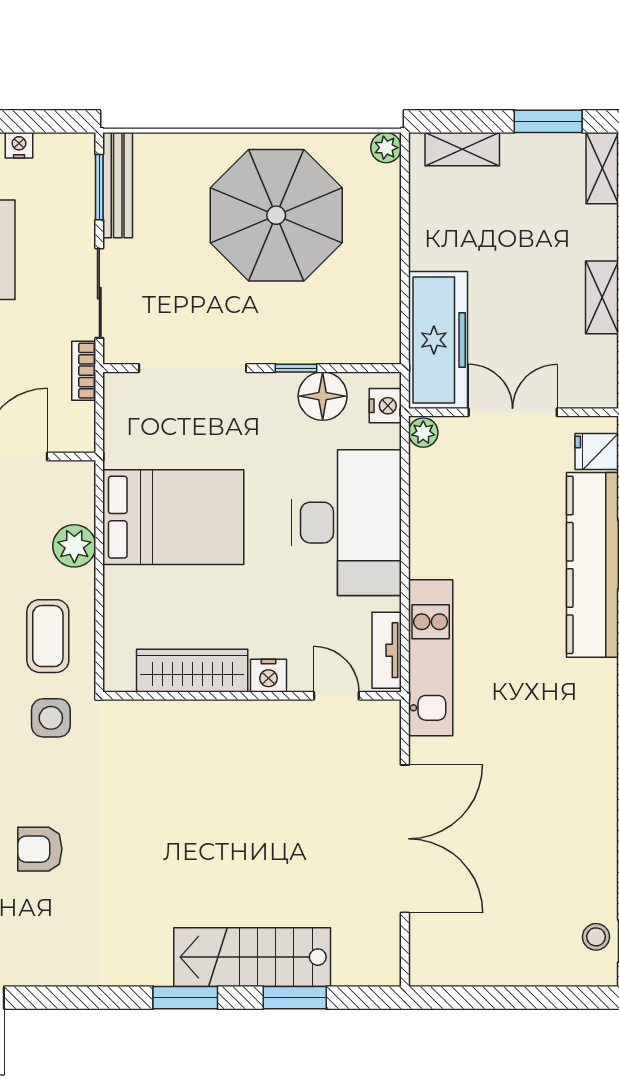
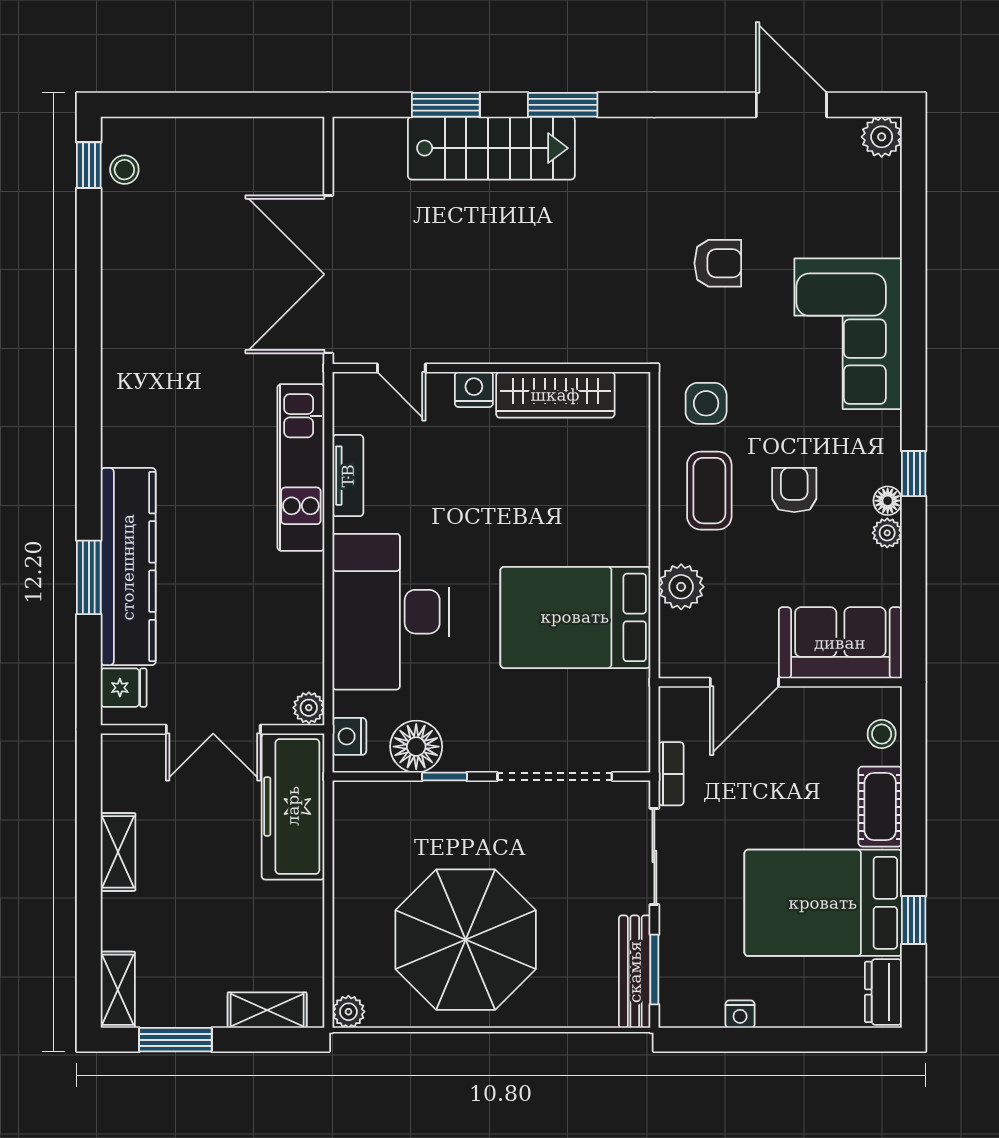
wardrobe: (192, 671) -> (555, 395), moved
nightstand: (268, 676) -> (474, 389), moved
wall: (252, 696) -> (491, 368), moved
door: (336, 696) -> (401, 368), moved

